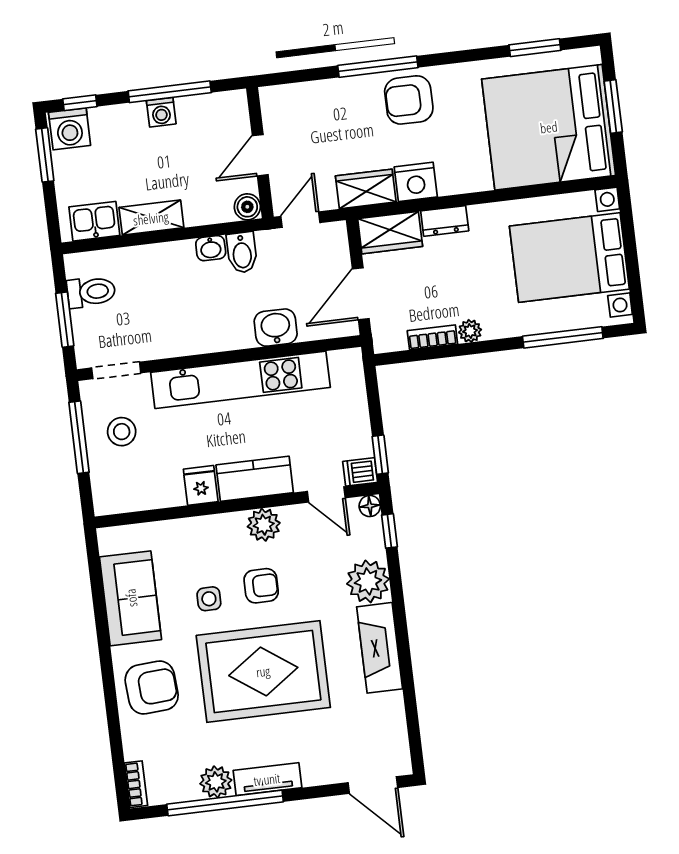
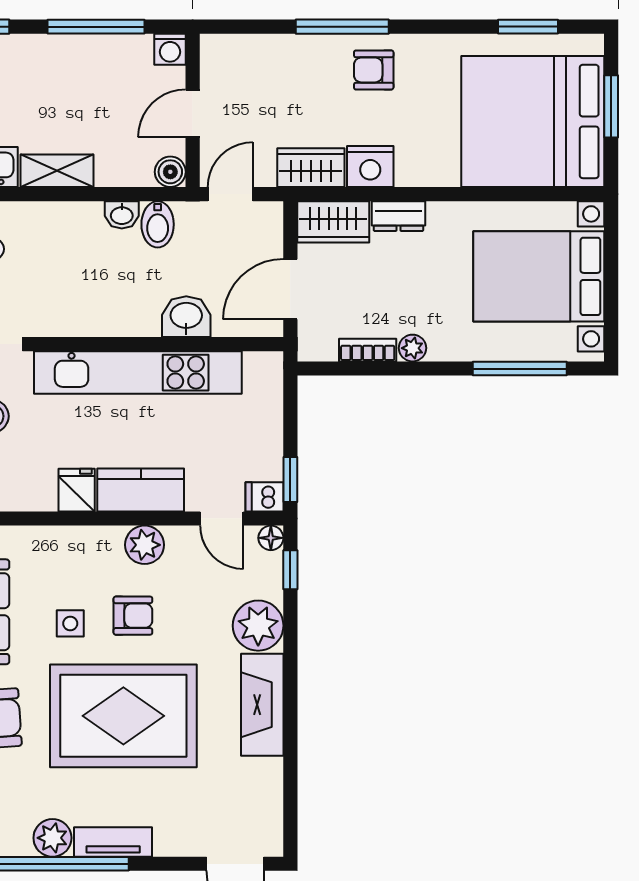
armchair: (409, 100) -> (374, 70), width x0.72, depth x0.72
washing machine: (161, 112) -> (170, 49), moved

